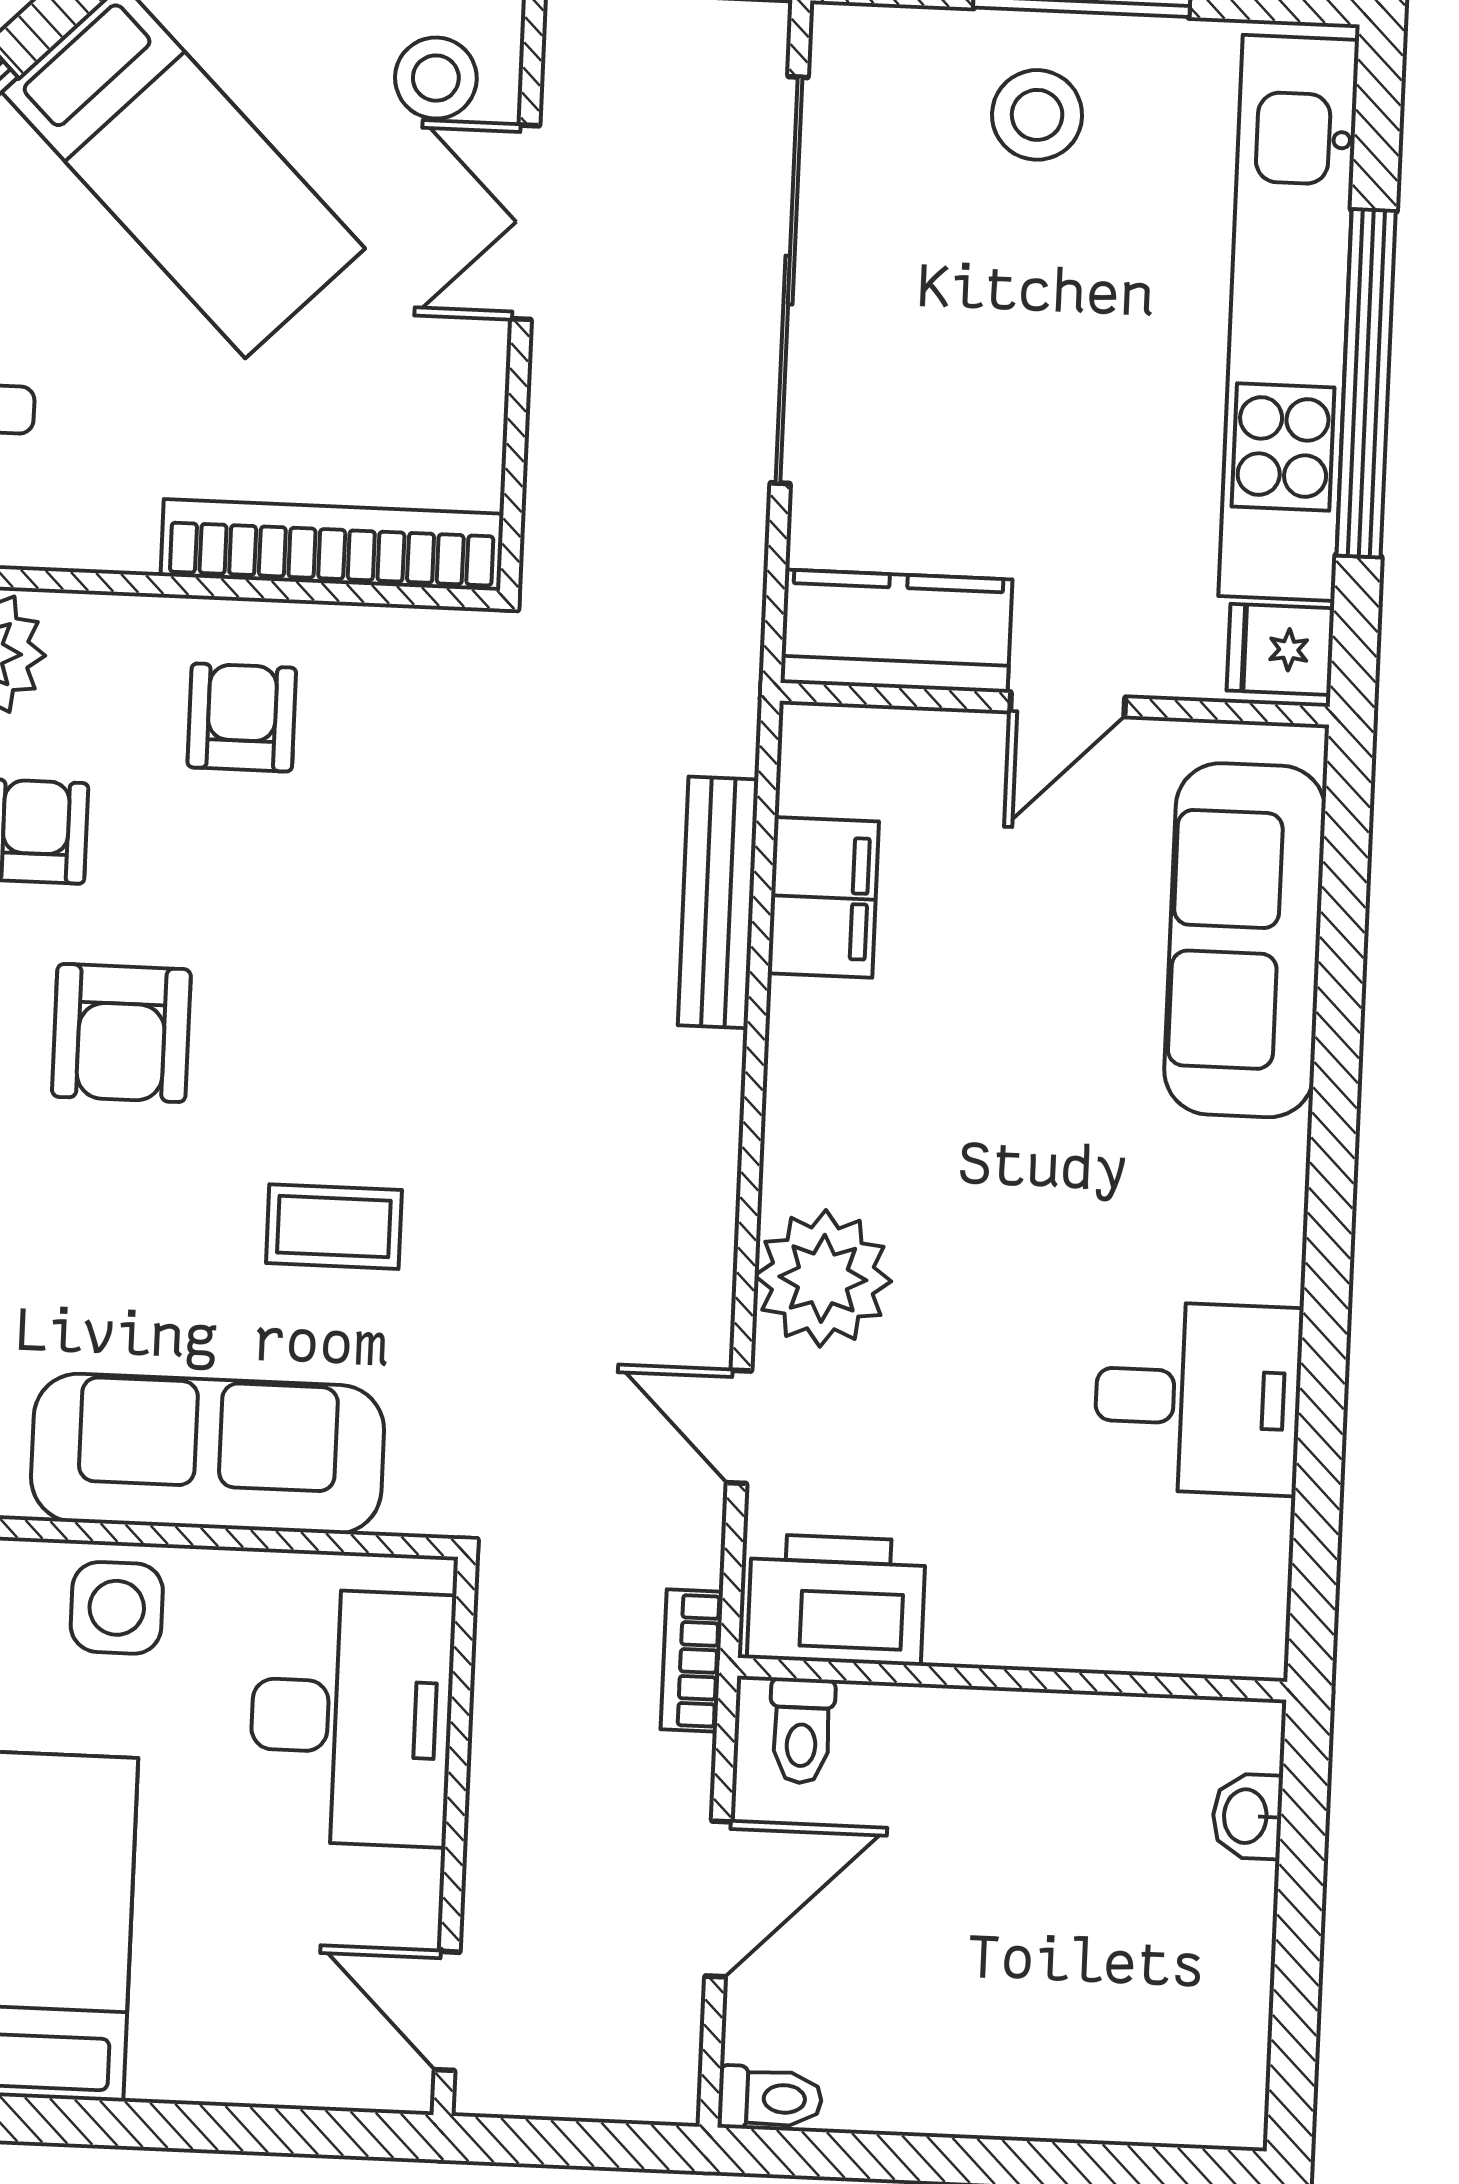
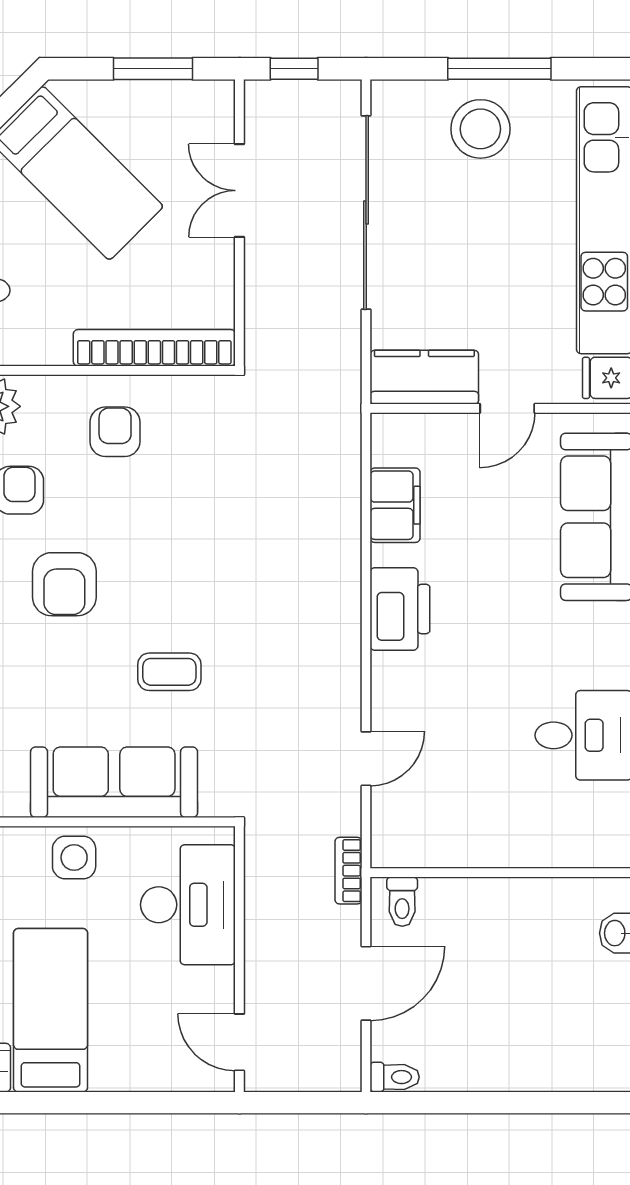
stool: (436, 78) -> (194, 124), removed
stool: (1037, 115) -> (480, 129), width x1.38, depth x1.38
bench: (718, 902) -> (345, 510), removed
plant: (823, 1278) -> (403, 686), removed
door: (739, 1427) -> (366, 759), swing flipped
printer: (836, 1600) -> (400, 609), moved, turned 90

